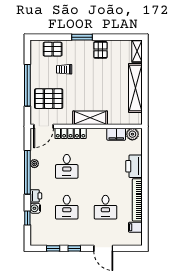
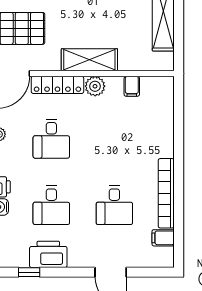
filing cabinet: (116, 134) -> (132, 86), width x0.50
plant: (132, 134) -> (95, 86), moved
printer: (134, 166) -> (48, 254), moved, turned 90
window: (74, 248) -> (64, 272), removed

